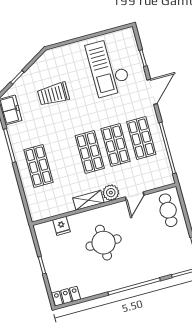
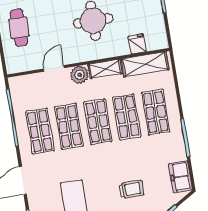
trolley: (53, 94) -> (131, 189), width x0.73, depth x0.72
shop shelf: (64, 159) -> (127, 117), added
shelving: (53, 208) -> (145, 64), added
cafe table: (168, 210) -> (19, 28), moved

